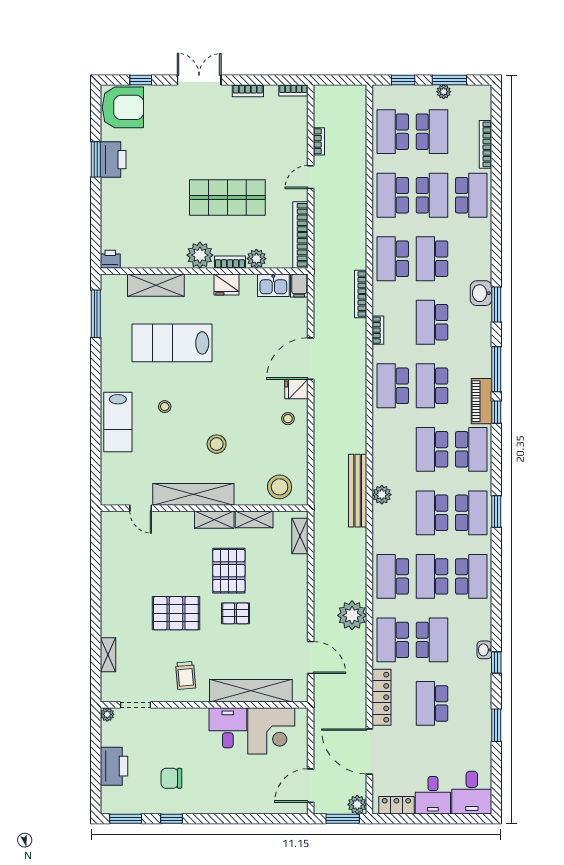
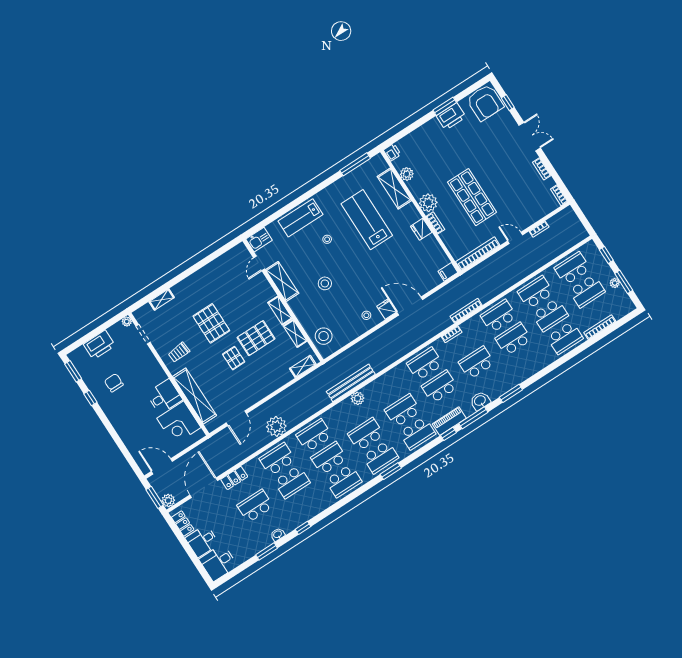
plant: (256, 259) -> (407, 174), moved
kitchen sink: (273, 285) -> (259, 240), moved, turned -90
washbasin: (481, 293) -> (480, 401), moved
shelving: (193, 494) -> (282, 281), width x0.68
washbasin: (484, 650) -> (278, 535), moved
locker: (382, 697) -> (234, 478), width x0.66

